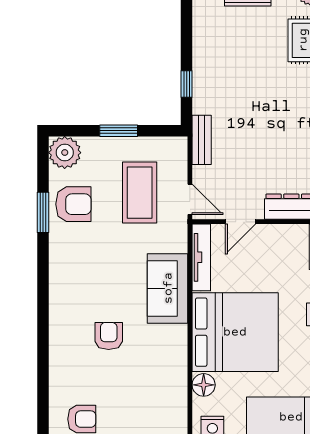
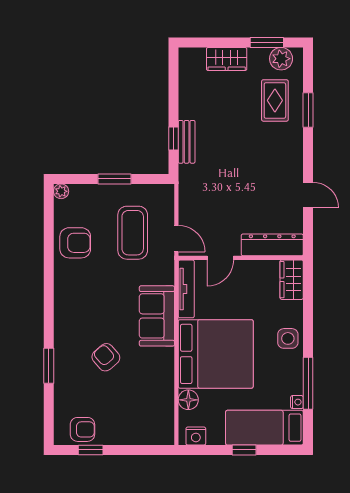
bench: (202, 140) -> (187, 142), moved
plant: (65, 153) -> (61, 191), width x0.53, depth x0.53
window: (43, 212) -> (49, 366), moved
armchair: (109, 336) -> (106, 357), turned -41

